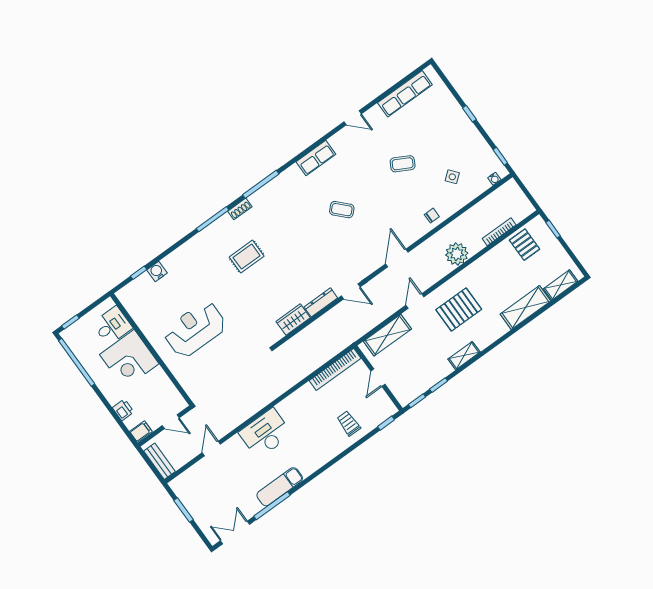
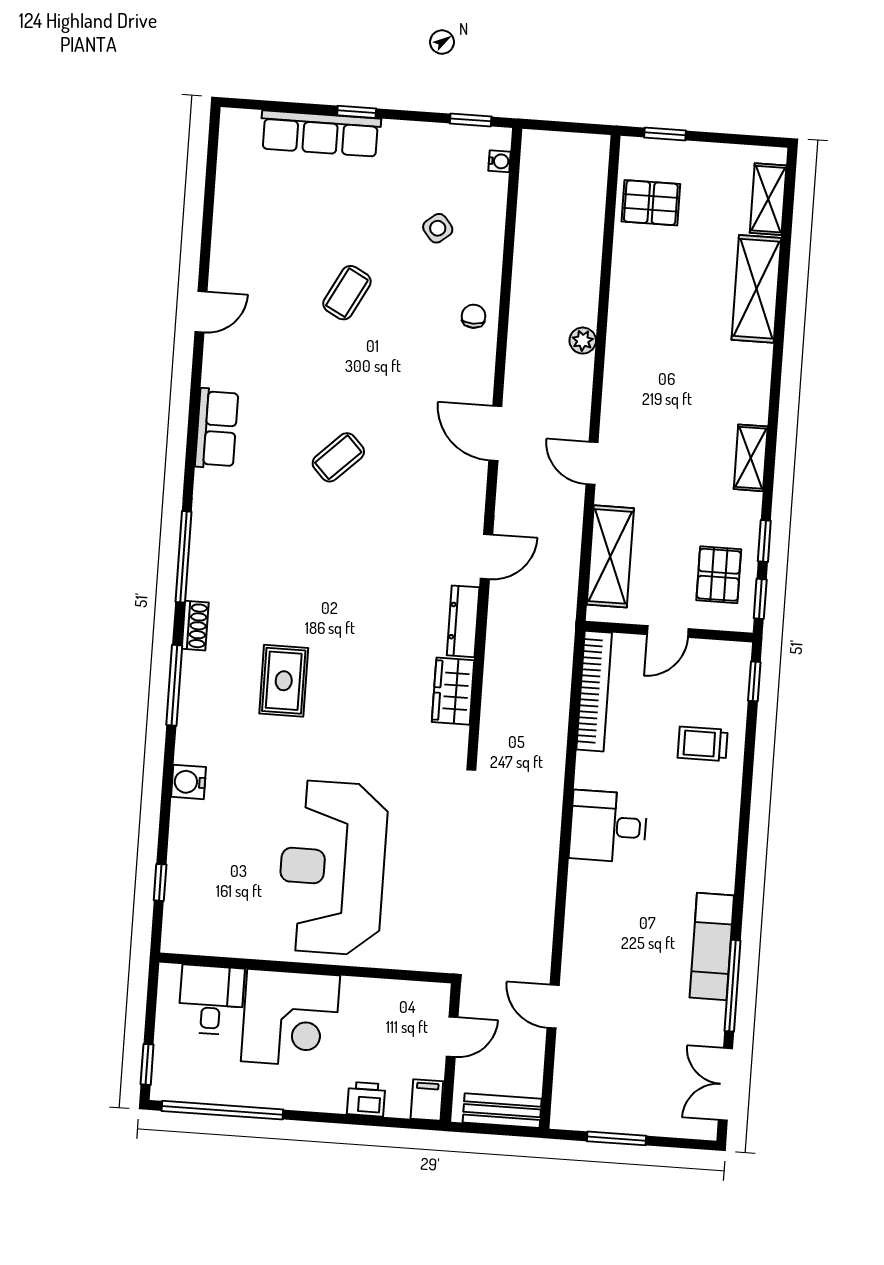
row of seats: (405, 94) -> (320, 134), moved, turned 90
bookcase: (499, 232) -> (594, 227), removed
plant: (457, 254) -> (583, 341), width x0.53, depth x0.53
water cooler: (157, 271) -> (189, 782), moved
pallet: (459, 310) -> (719, 575), moved, width x0.67, depth x0.71
reception desk: (195, 329) -> (332, 868), width x1.36, depth x1.30
door: (378, 378) -> (668, 632), hinge flipped
desk: (265, 433) -> (608, 826), moved, width x0.73

